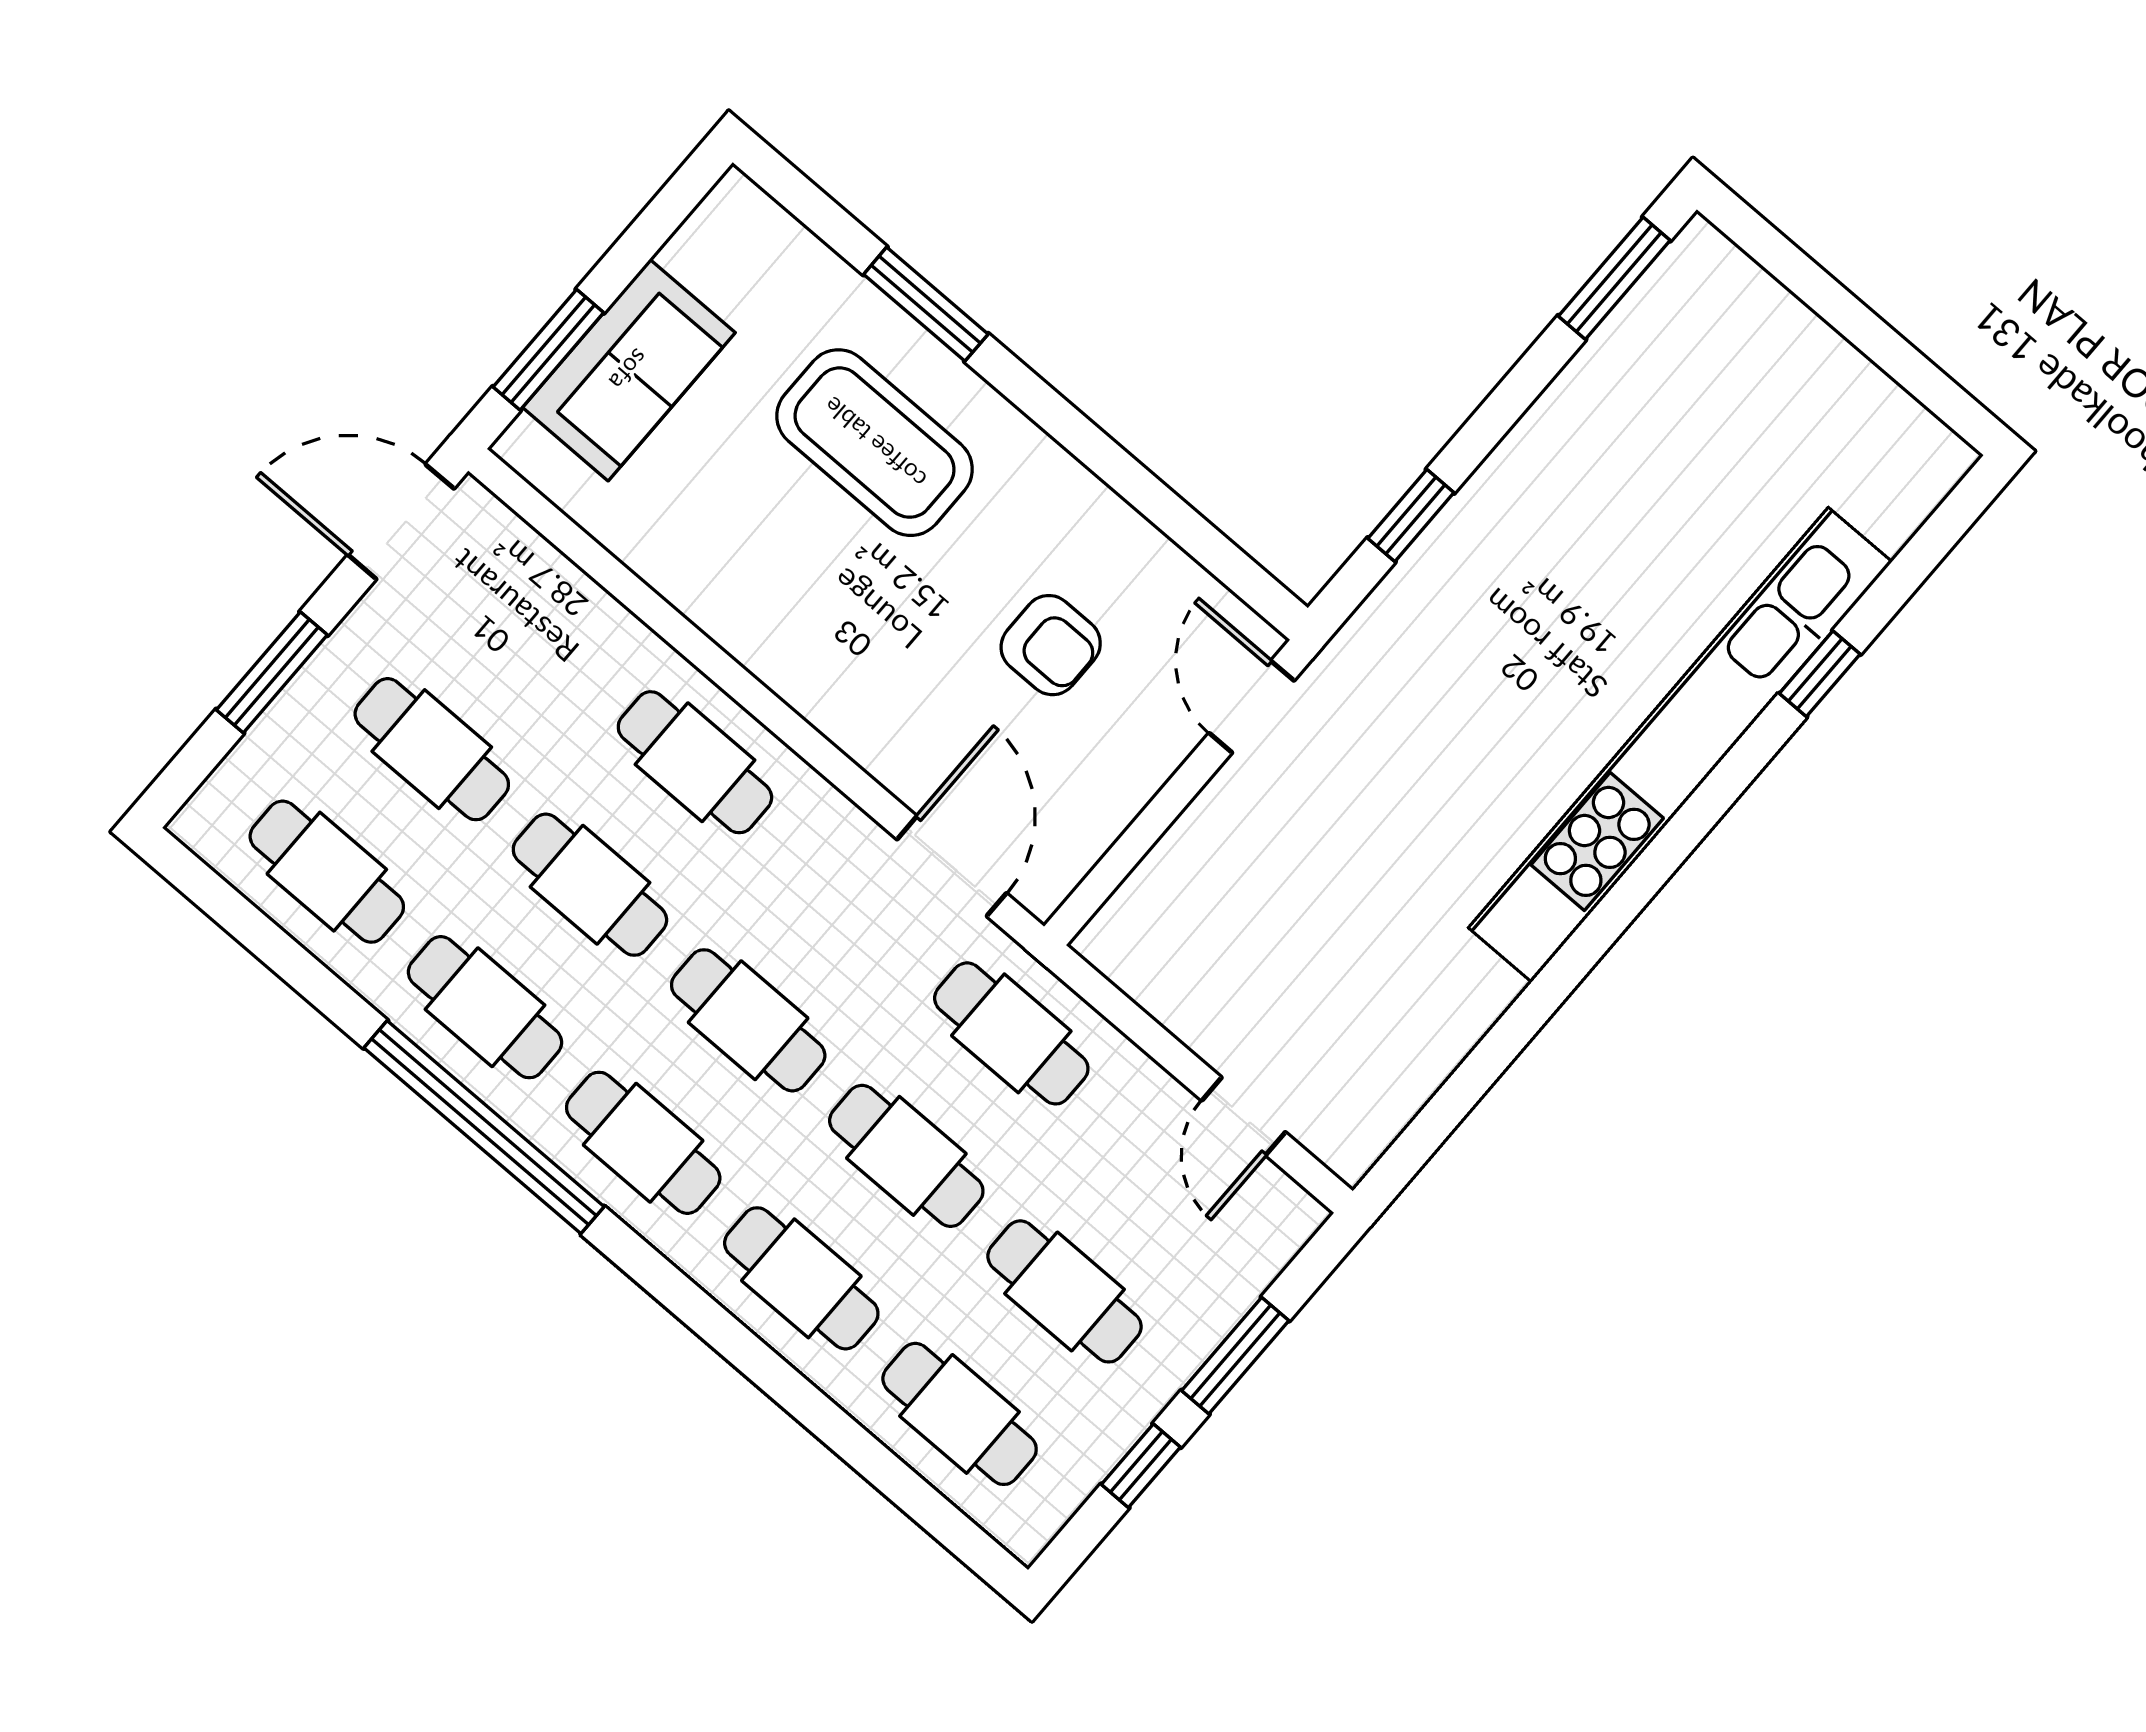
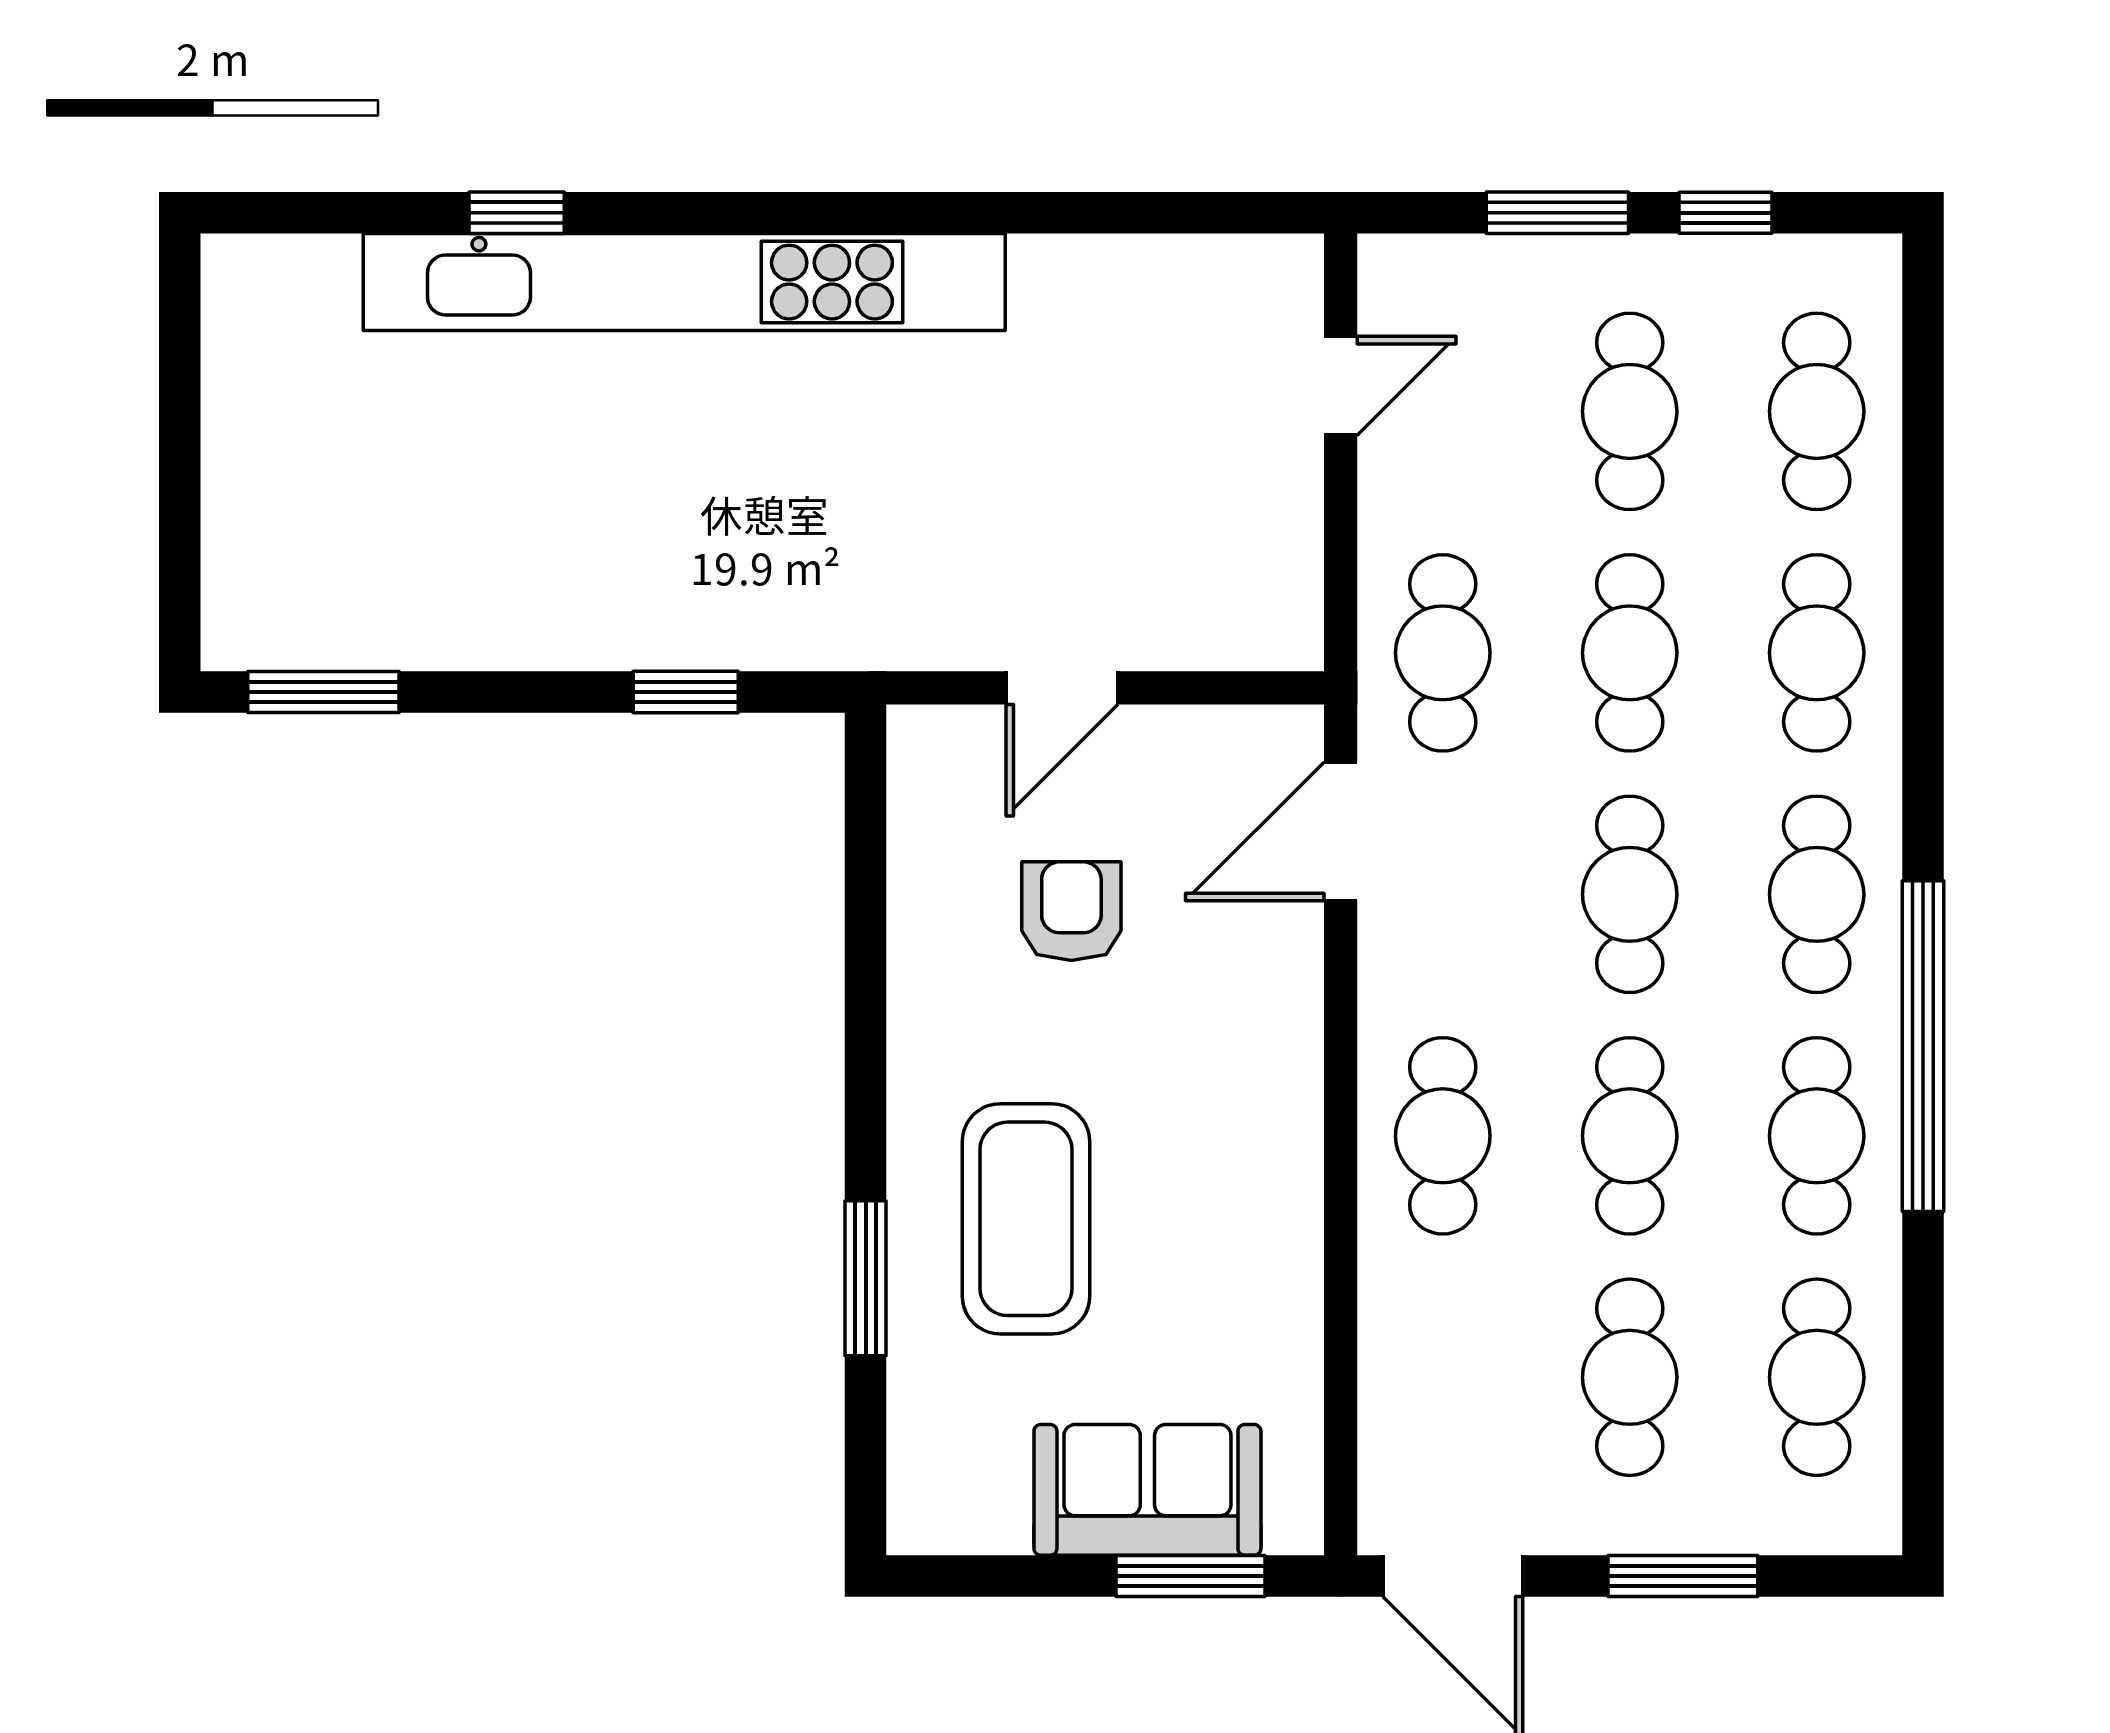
door: (1252, 707) -> (1062, 688), moved

